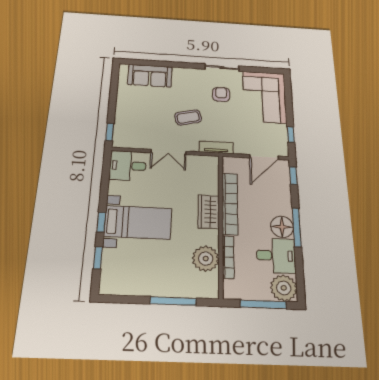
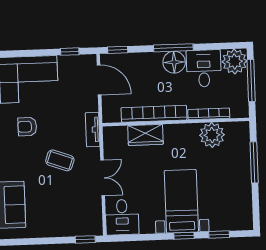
coffee table: (188, 117) -> (60, 160), turned -56
wardrobe: (209, 212) -> (145, 135), moved

